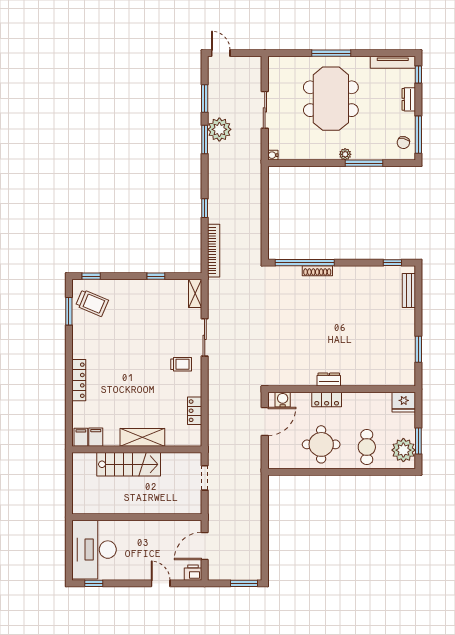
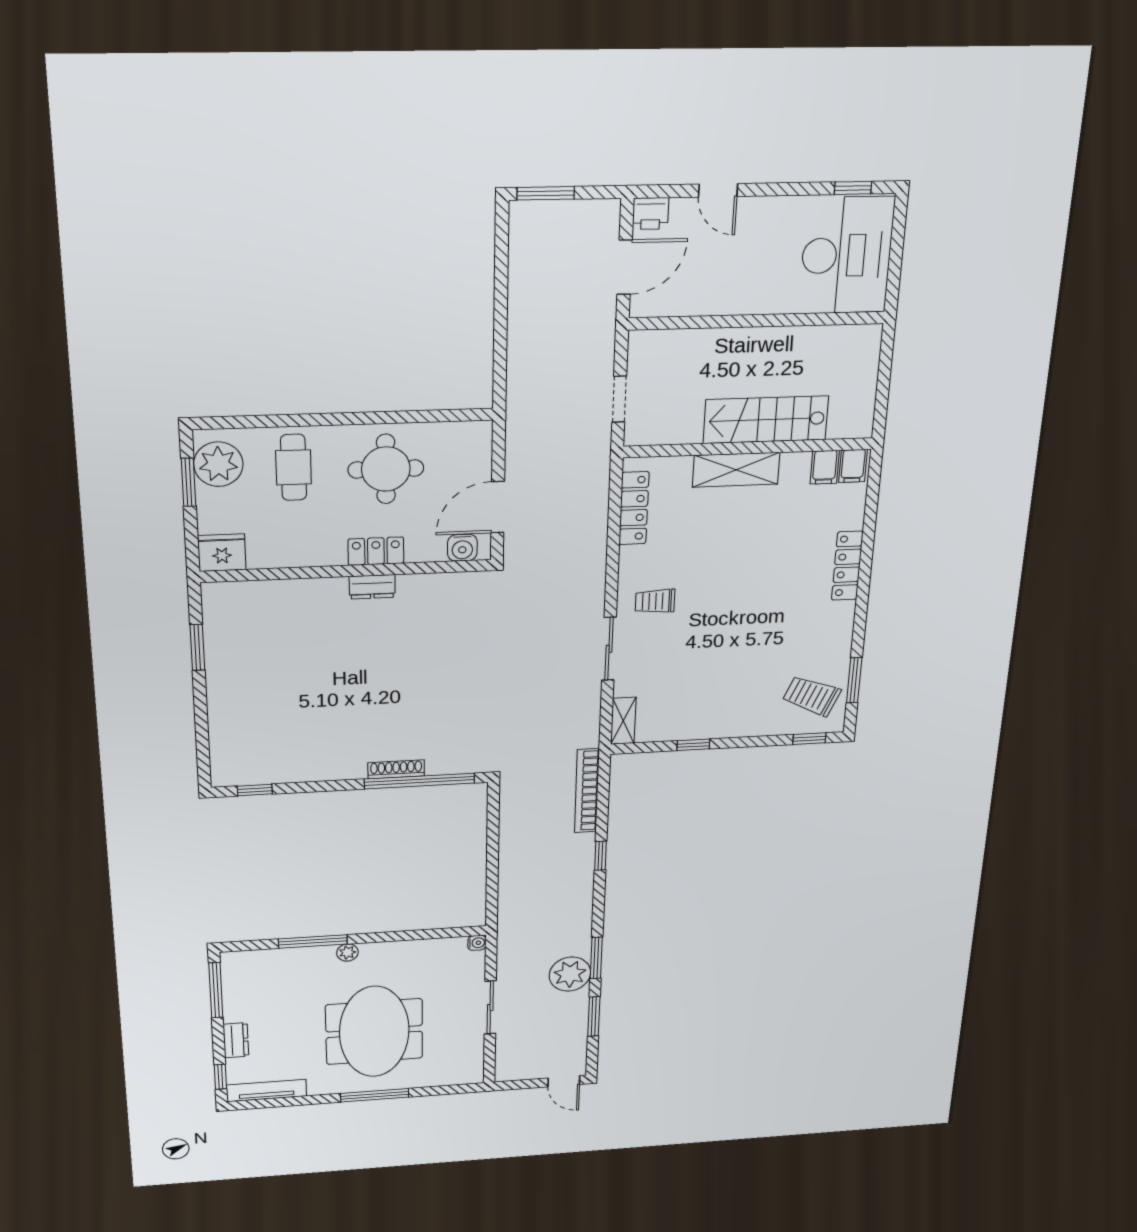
chair: (403, 143) -> (243, 977), removed
bench: (409, 291) -> (221, 746), removed
locker: (195, 411) -> (634, 508), width x1.53

